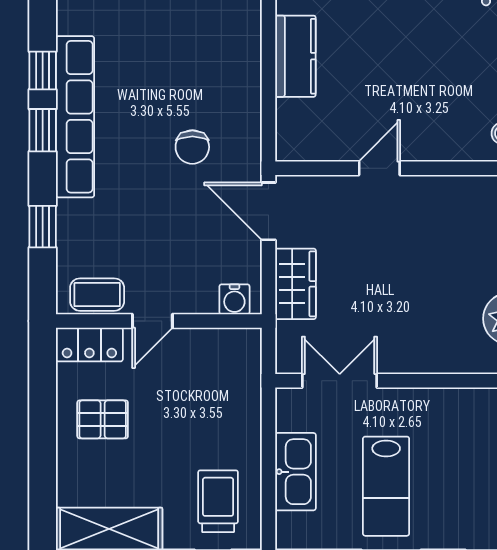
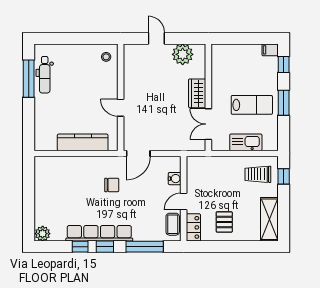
kitchen counter: (295, 56) -> (83, 142), width x1.50
window: (43, 227) -> (145, 247), width x2.17
wardrobe: (296, 284) -> (197, 93), moved, turned -90
water cooler: (234, 299) -> (175, 179), moved
door: (152, 321) -> (184, 201), swing flipped

